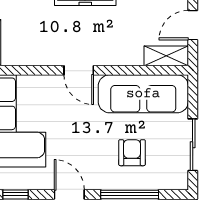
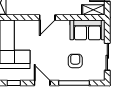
door: (79, 70) -> (47, 17), hinge flipped
sofa: (143, 94) -> (88, 30), width x0.73

